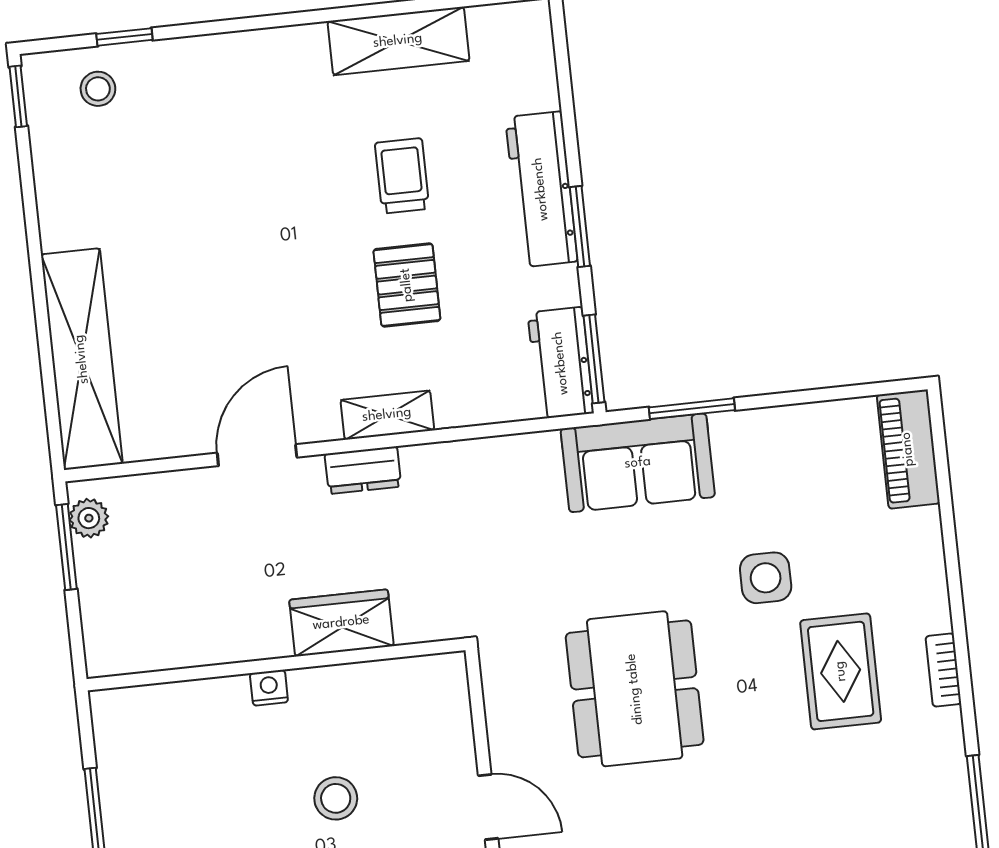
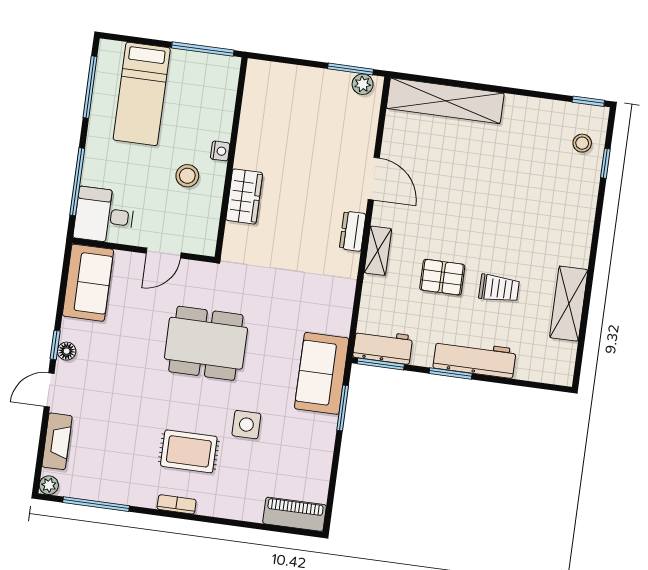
wardrobe: (341, 623) -> (244, 196), moved
wall: (276, 665) -> (231, 158), moved
nightstand: (269, 688) -> (220, 151), moved

